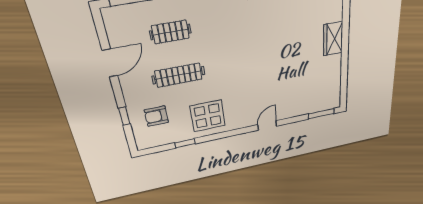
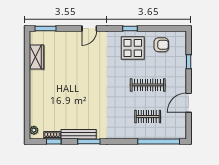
wardrobe: (333, 39) -> (37, 57), moved
armchair: (156, 116) -> (161, 45), moved
window: (185, 143) -> (130, 28), moved

